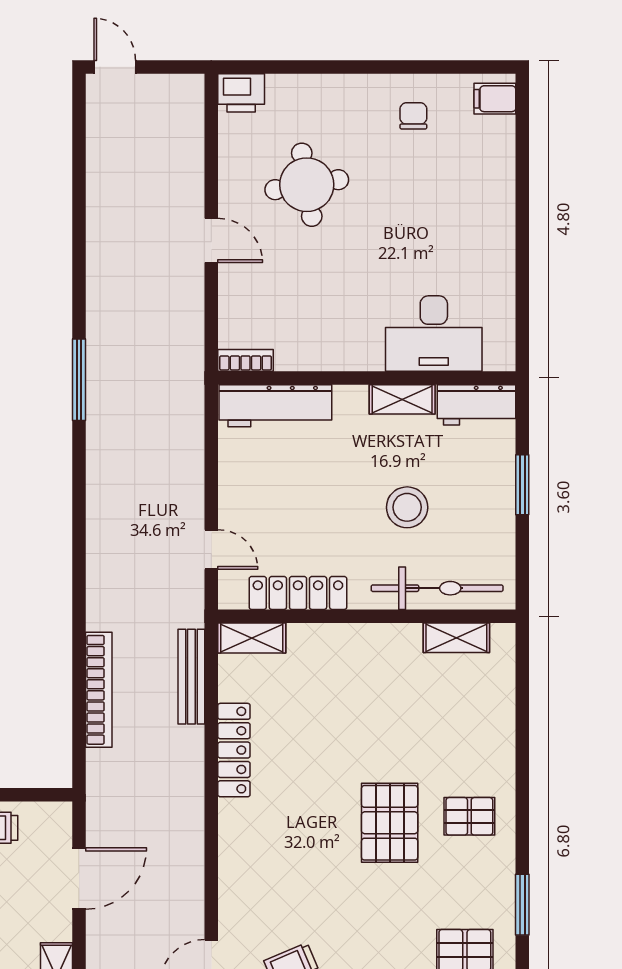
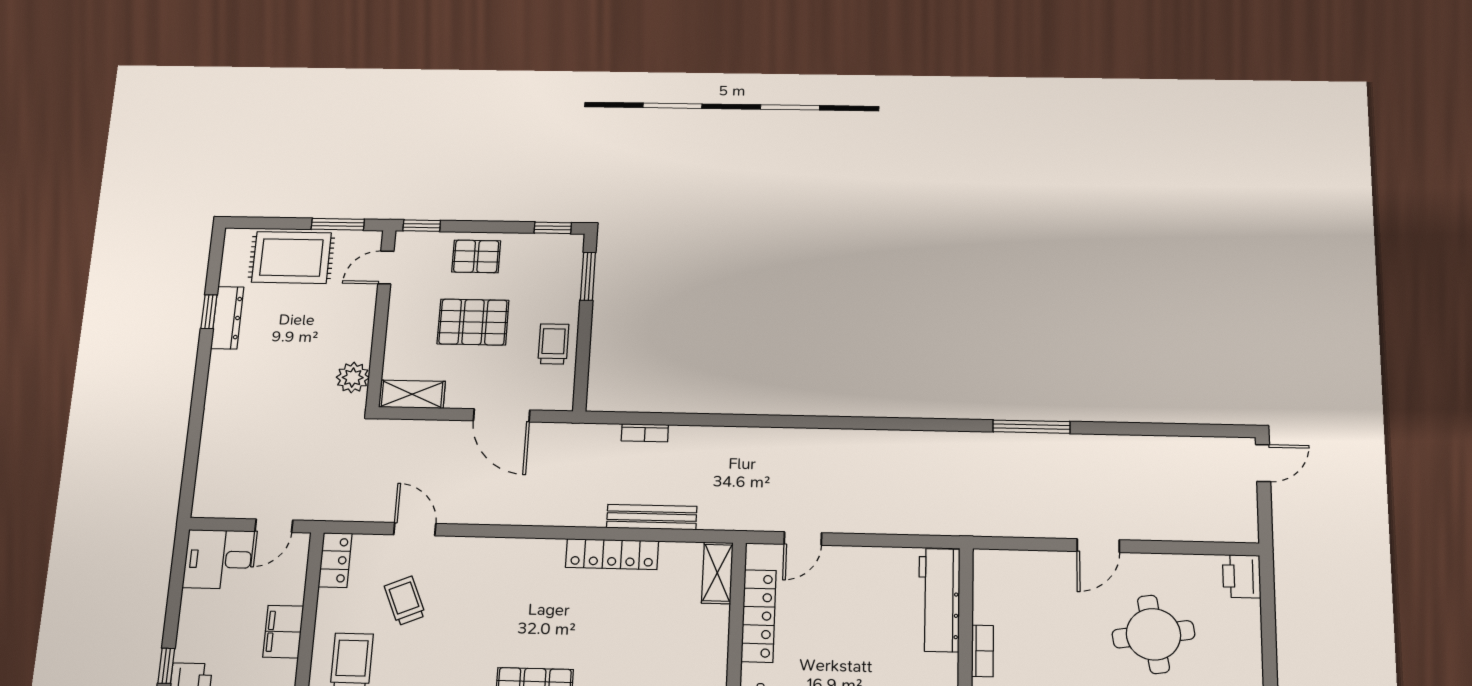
bookcase: (246, 360) -> (982, 651), moved
window: (79, 380) -> (1032, 427), moved
bench: (191, 677) -> (652, 517), moved
bookcase: (99, 690) -> (645, 433), width x0.43, depth x0.76

